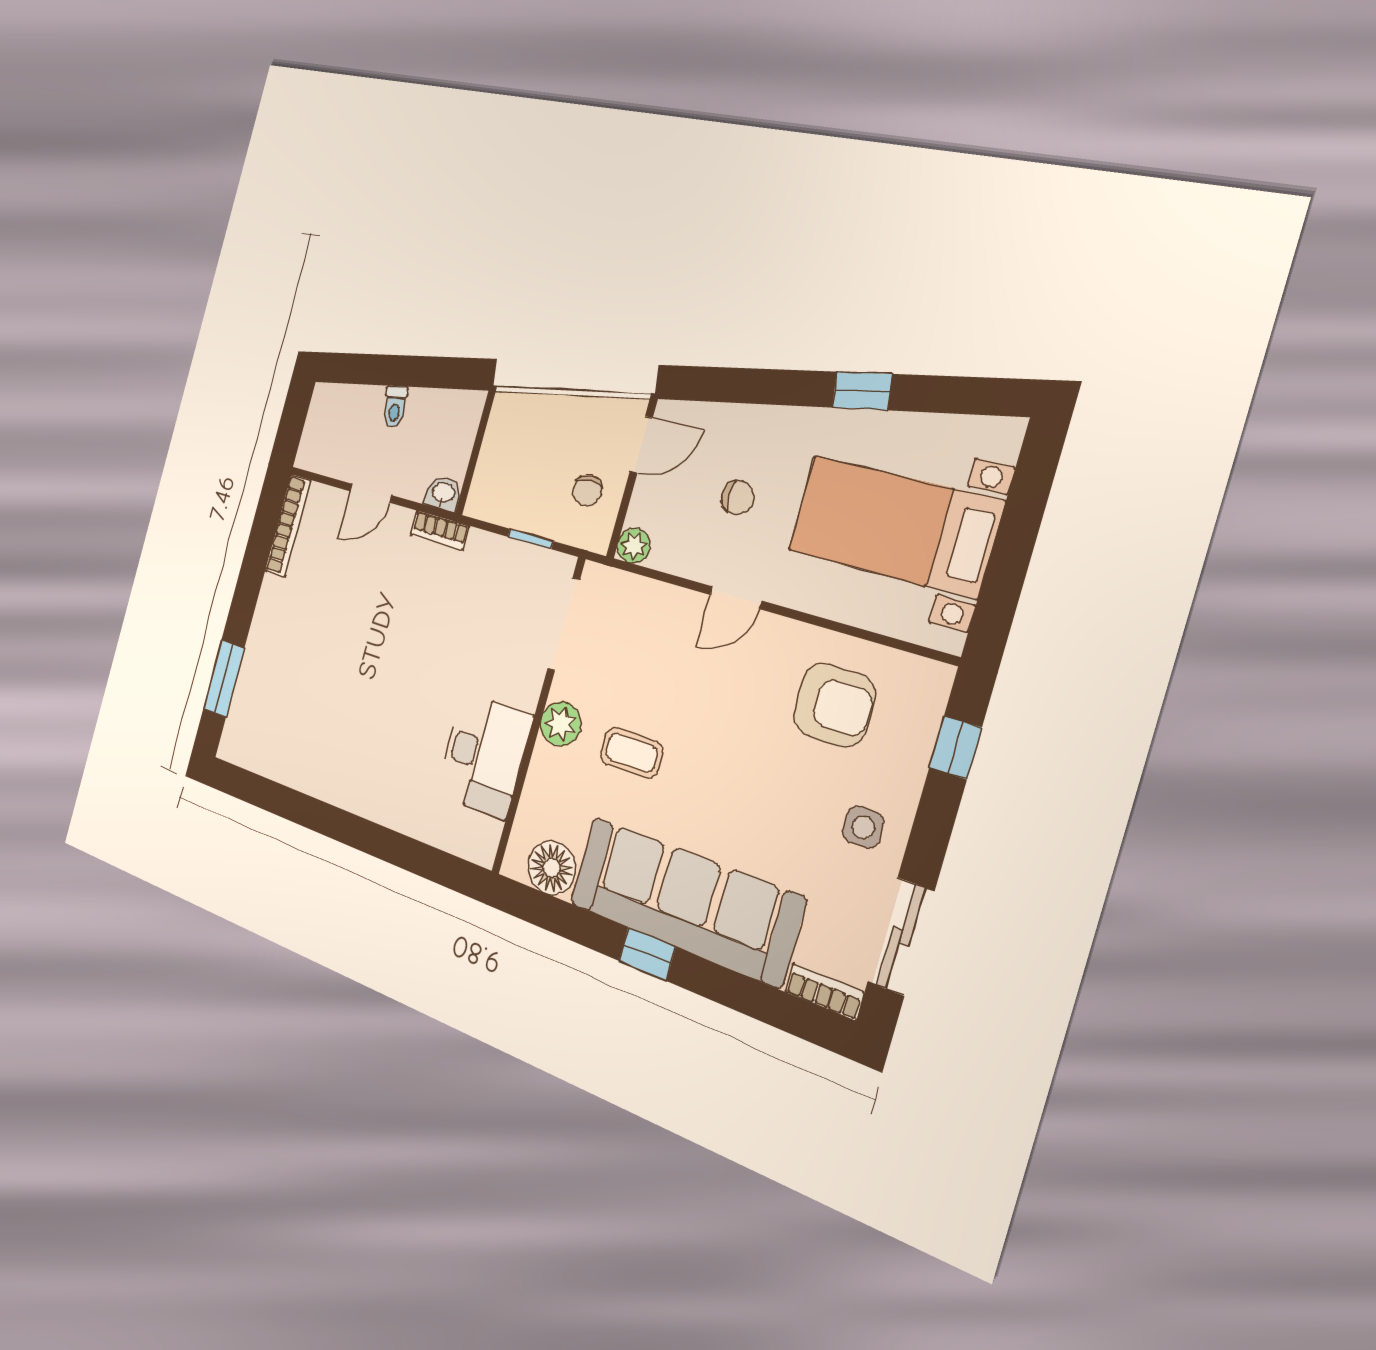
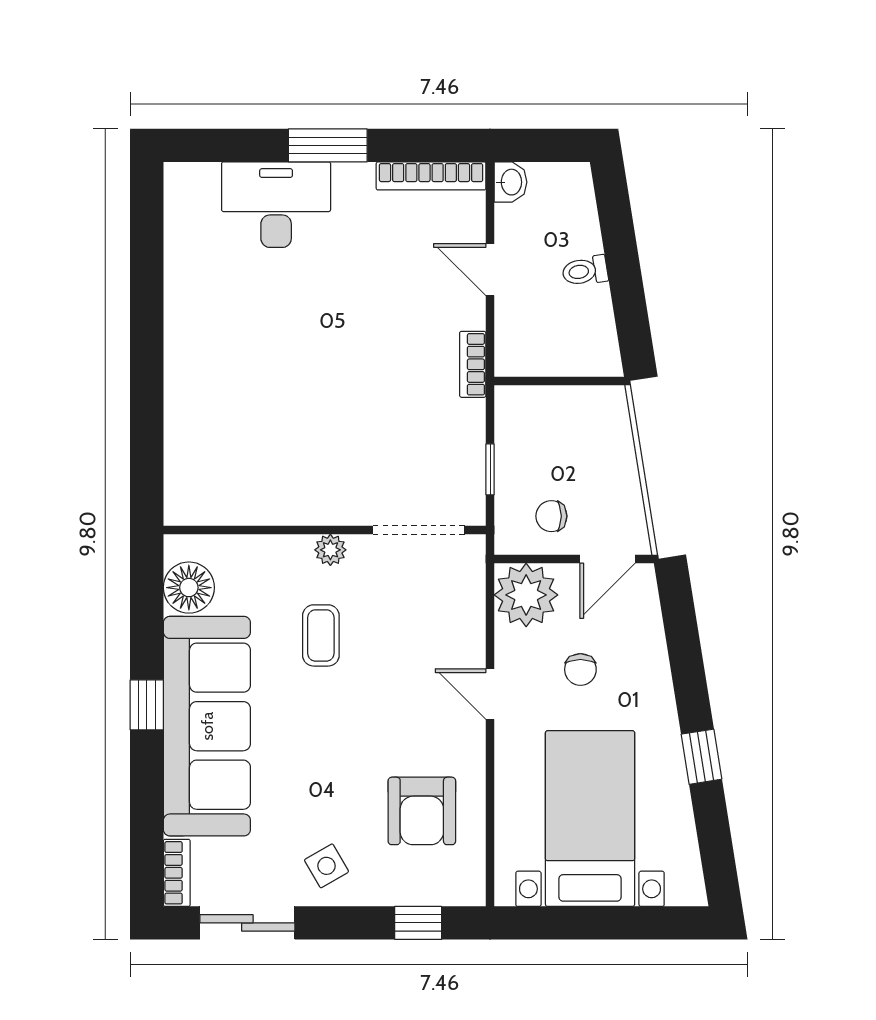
door: (641, 445) -> (607, 559), hinge flipped
washbasin: (443, 493) -> (510, 182), moved
plant: (634, 546) -> (526, 595), width x1.88, depth x1.88
window: (224, 679) -> (328, 145), moved
plant: (561, 724) -> (330, 550), width x0.73, depth x0.73
desk: (484, 755) -> (276, 205), moved, turned 180
side table: (863, 827) -> (326, 866), turned -30

